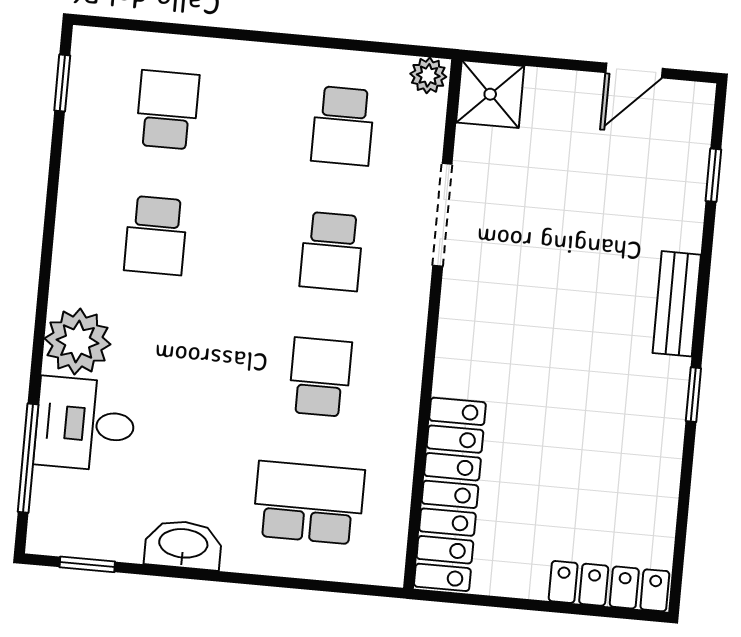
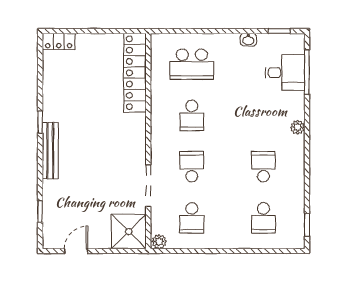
shower: (490, 94) -> (129, 232), width x1.36, depth x1.36
school desk: (343, 126) -> (192, 218), turned 180
bench: (677, 304) -> (50, 151), width x1.36
plant: (77, 341) -> (298, 127), width x0.53, depth x0.53
desk: (85, 424) -> (285, 73), moved
washbasin: (183, 545) -> (248, 40), width x0.52, depth x0.69
locker: (609, 586) -> (59, 42), width x0.66

